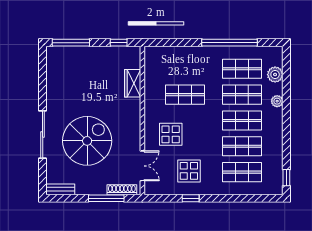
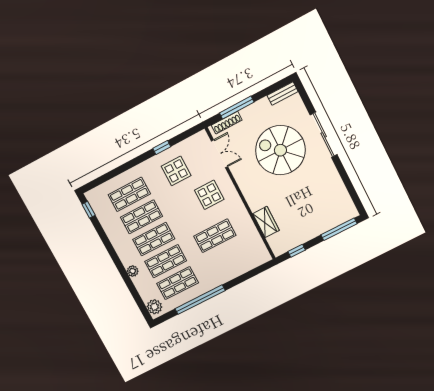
plant: (275, 75) -> (154, 307), moved
spiral stairs: (87, 141) -> (280, 150), turned 90
double door: (142, 166) -> (220, 154), swing flipped

